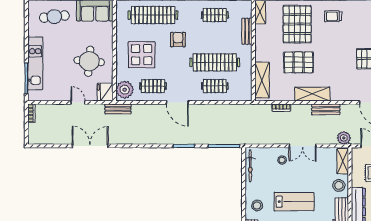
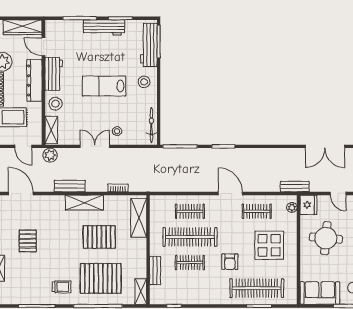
clothes rail: (215, 15) -> (190, 263), moved
pallet: (297, 24) -> (101, 278), turned 90
plant: (125, 90) -> (292, 207), width x0.53, depth x0.53

